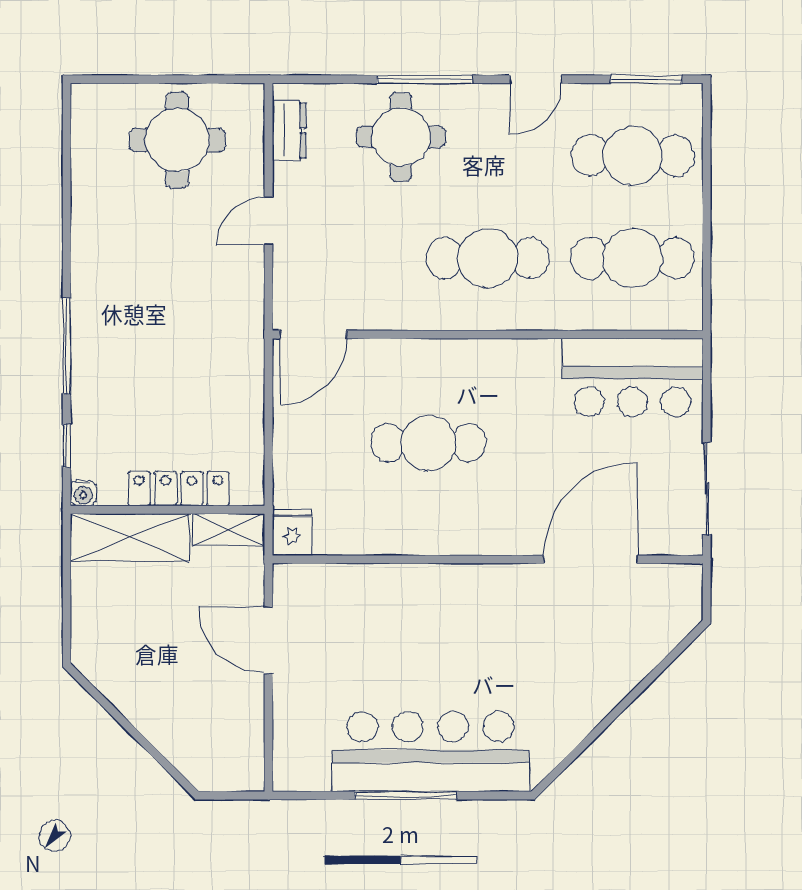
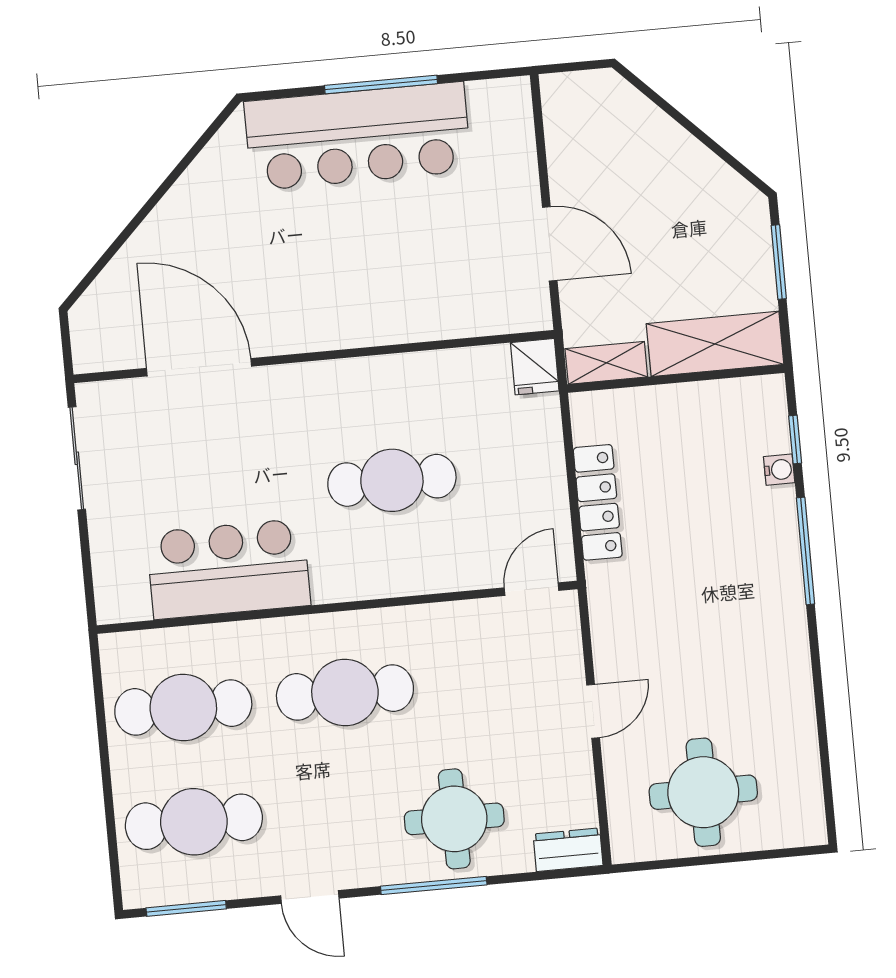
door: (536, 79) -> (310, 897), swing flipped
dresser: (289, 130) -> (568, 850), moved, turned 90
door: (313, 335) -> (531, 589), width x0.73
bar counter: (632, 378) -> (228, 569), moved
locker: (179, 489) -> (598, 502), moved, turned -90
water cooler: (83, 493) -> (779, 470), moved, turned 90
door: (590, 559) -> (199, 367), swing flipped
window: (67, 605) -> (779, 262), added

